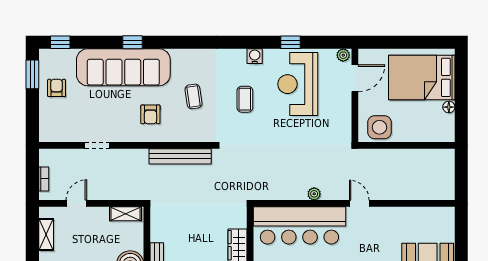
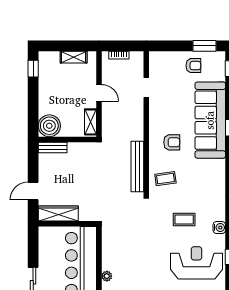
coffee table: (194, 96) -> (165, 179), moved
armchair: (150, 114) -> (172, 142), turned 180
doorway: (97, 145) -> (146, 88), moved
door: (76, 203) -> (99, 93), moved

